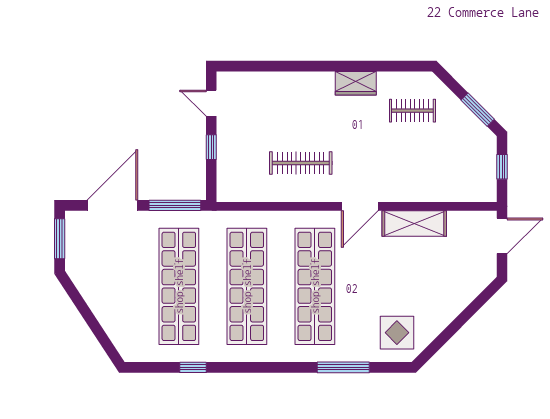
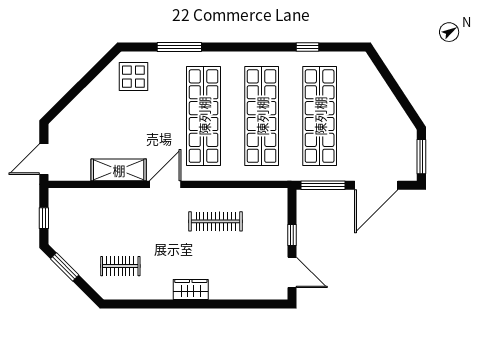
wardrobe: (356, 83) -> (191, 289), moved
door: (211, 103) -> (292, 272), width x1.38

